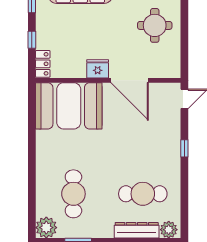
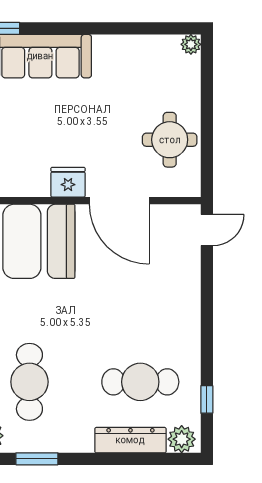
round table: (155, 25) -> (170, 140), moved
window: (184, 148) -> (207, 399), moved

